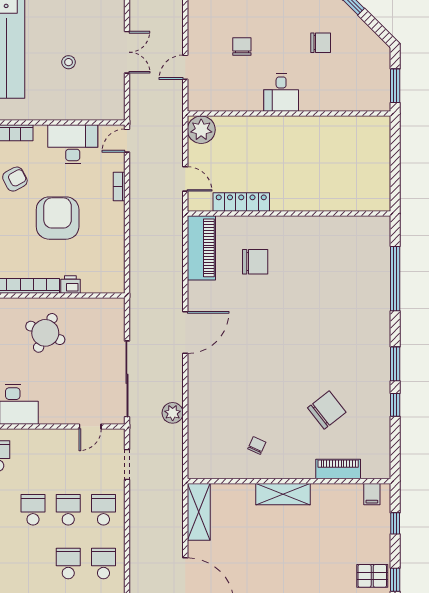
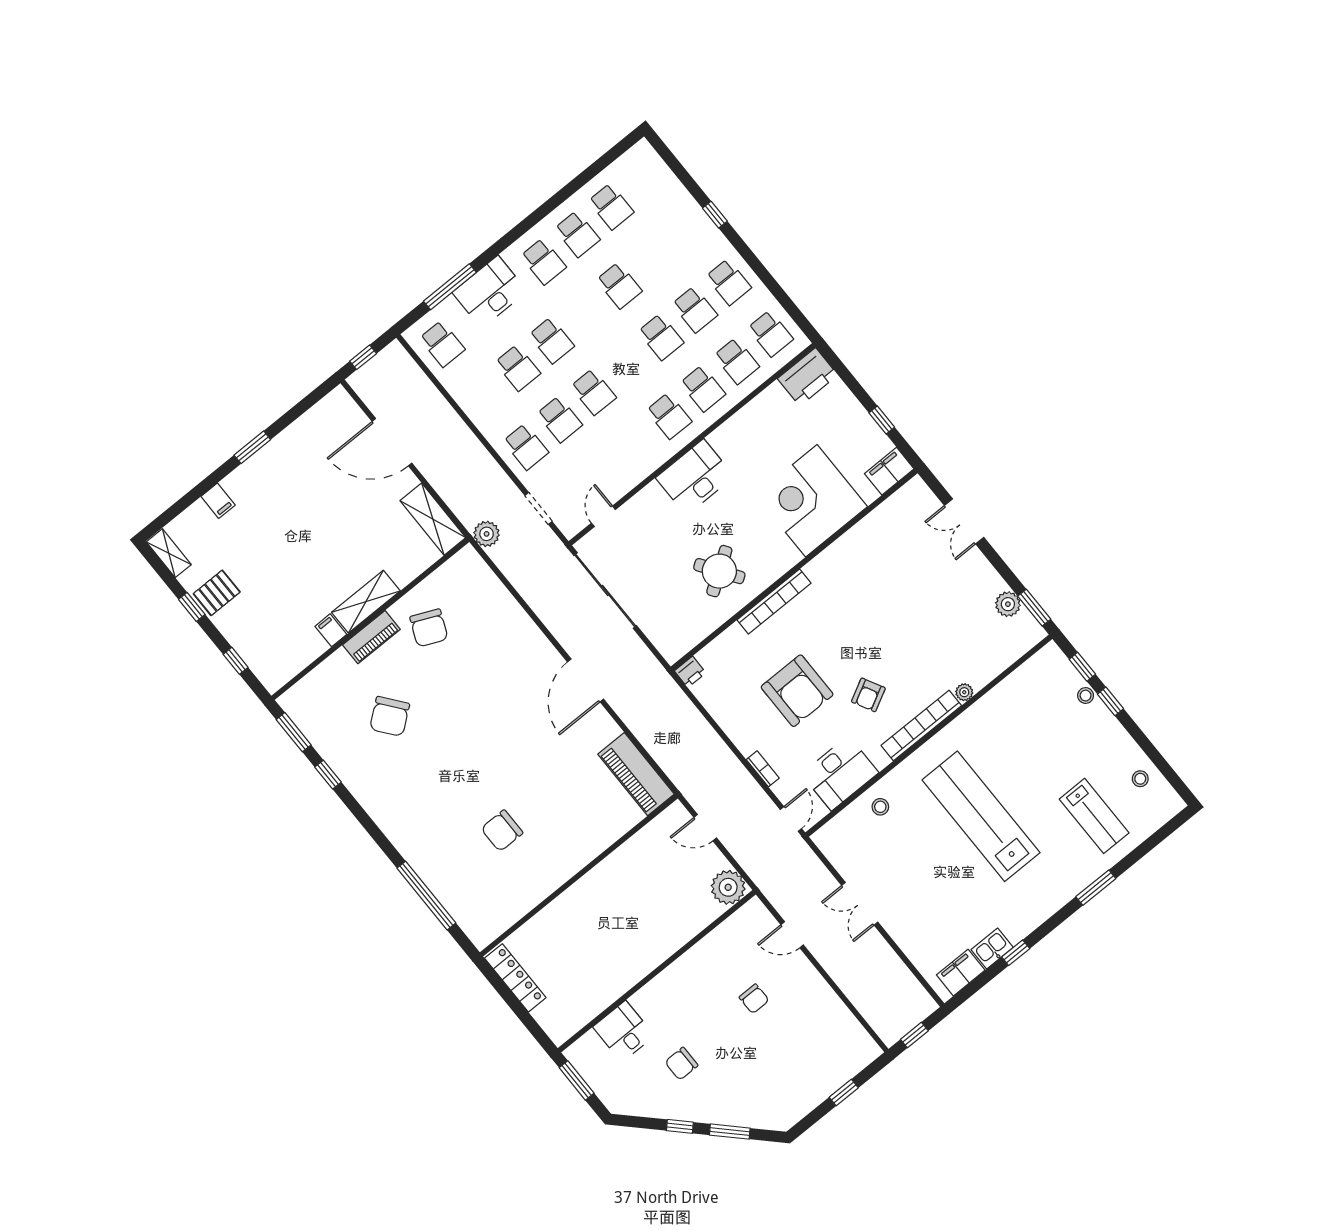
stool: (69, 62) -> (880, 807), moved
door: (185, 67) -> (792, 935), swing flipped
desk: (281, 93) -> (624, 1031), moved
locker: (241, 202) -> (515, 978), moved, turned -90
chair: (255, 262) -> (502, 831), moved
printer: (70, 284) -> (690, 672), moved
round table: (45, 333) -> (719, 571), turned 31
window: (395, 364) -> (294, 732), moved
plant: (173, 413) -> (487, 534), moved
chair: (257, 445) -> (429, 628), width x1.87, depth x1.87
piano: (338, 469) -> (371, 637), moved
filing cabinet: (372, 494) -> (331, 630), moved
school desk: (103, 563) -> (552, 340), moved

